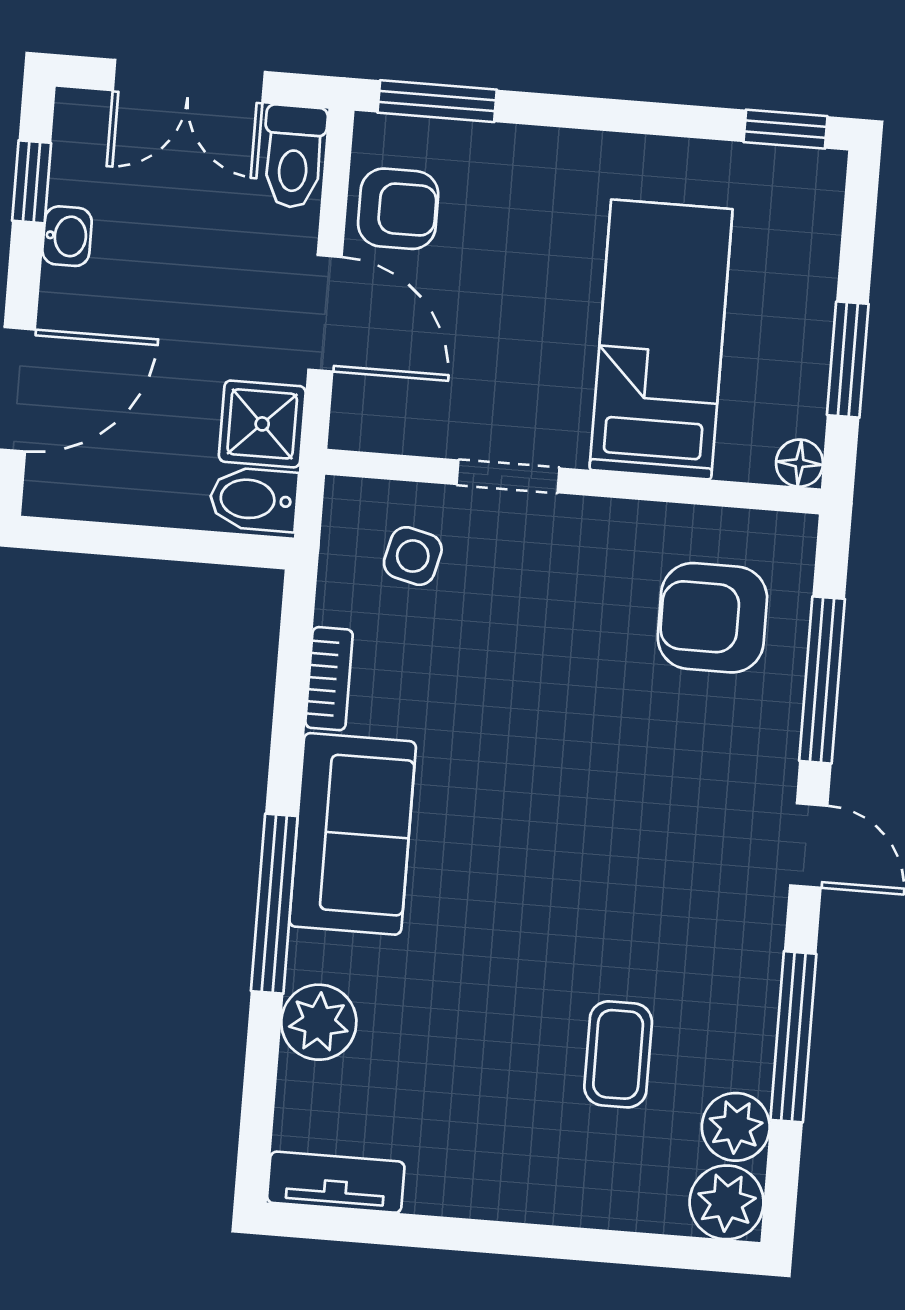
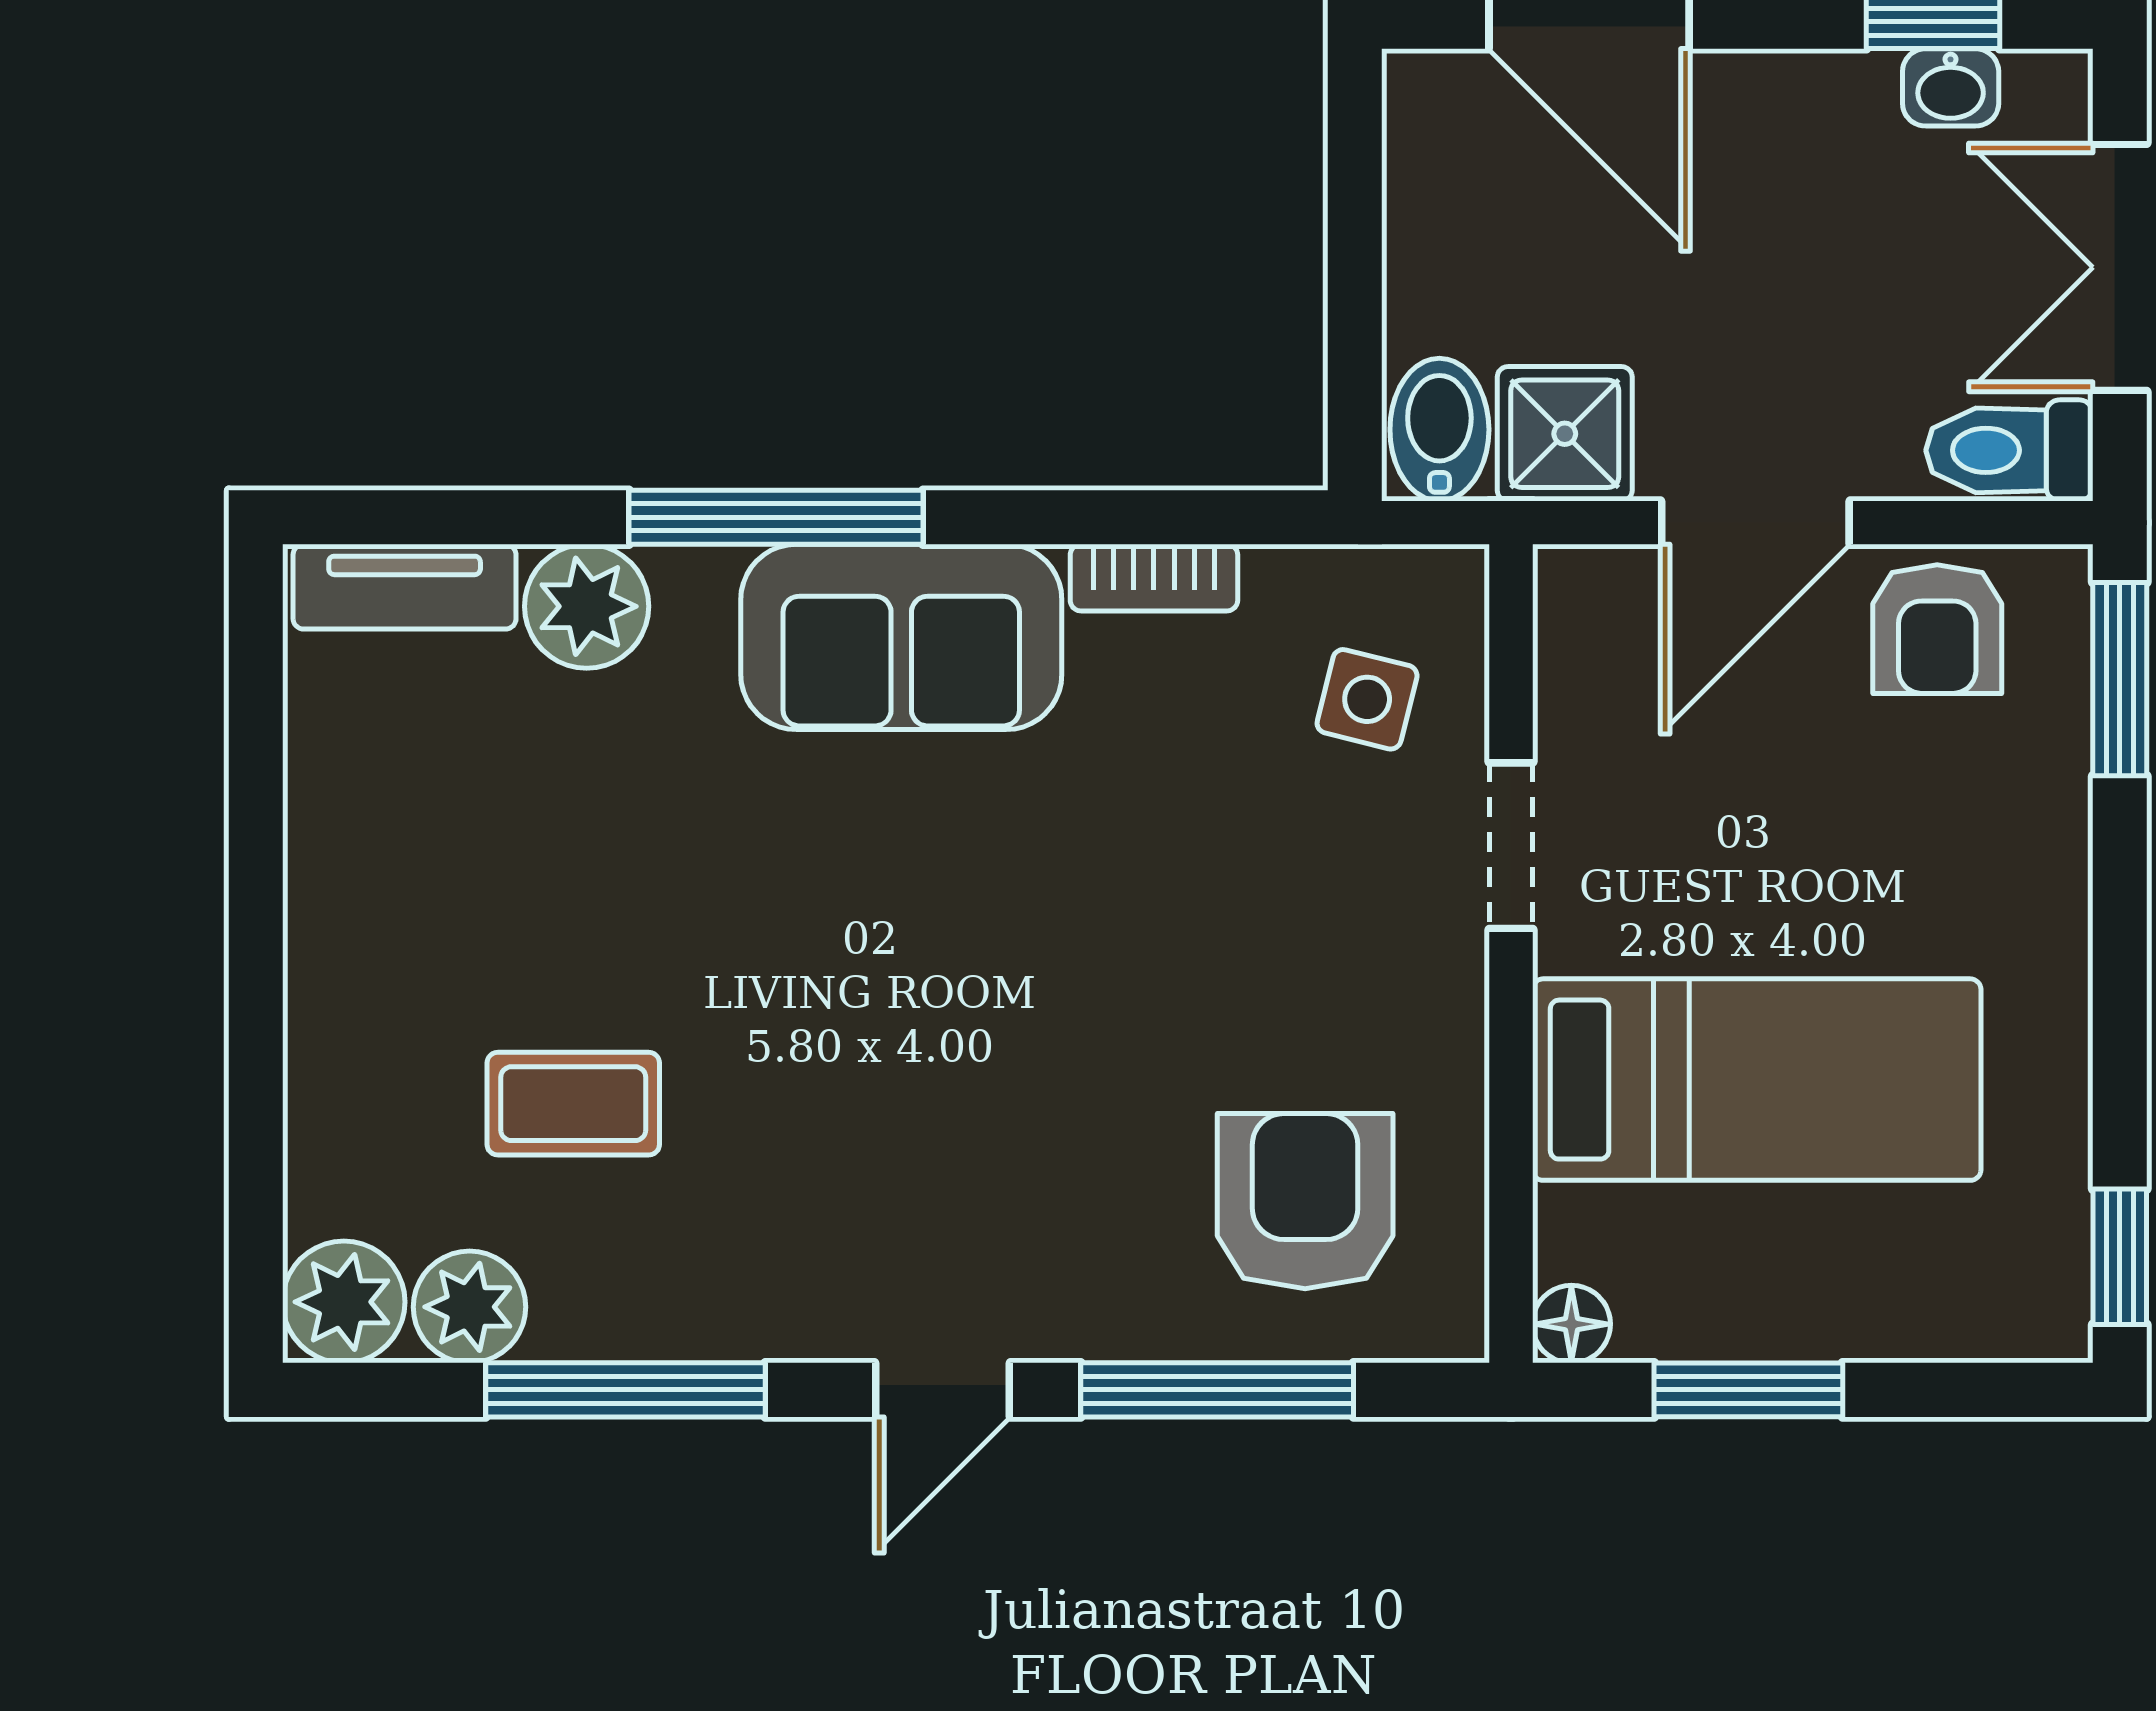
washbasin: (67, 236) -> (1951, 87), moved
tv unit: (336, 1182) -> (405, 587), moved, turned 90

